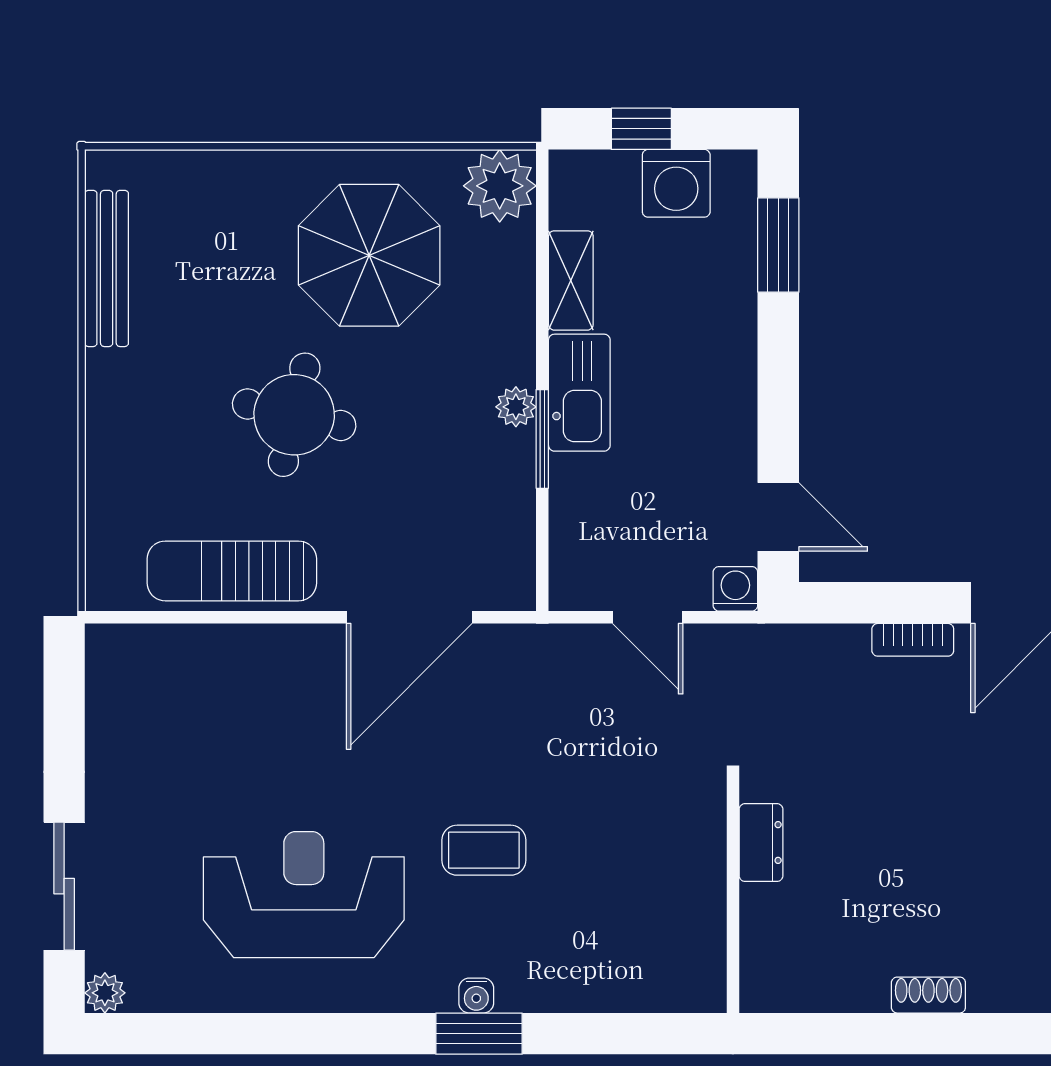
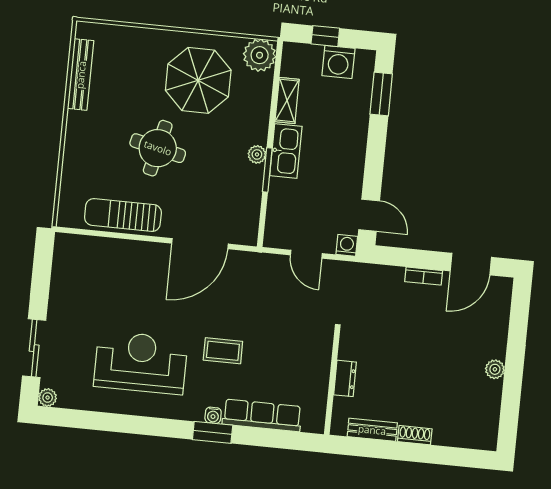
dresser: (761, 843) -> (345, 378), moved
row of seats: (585, 985) -> (262, 415), added
bench: (833, 992) -> (372, 430), added

